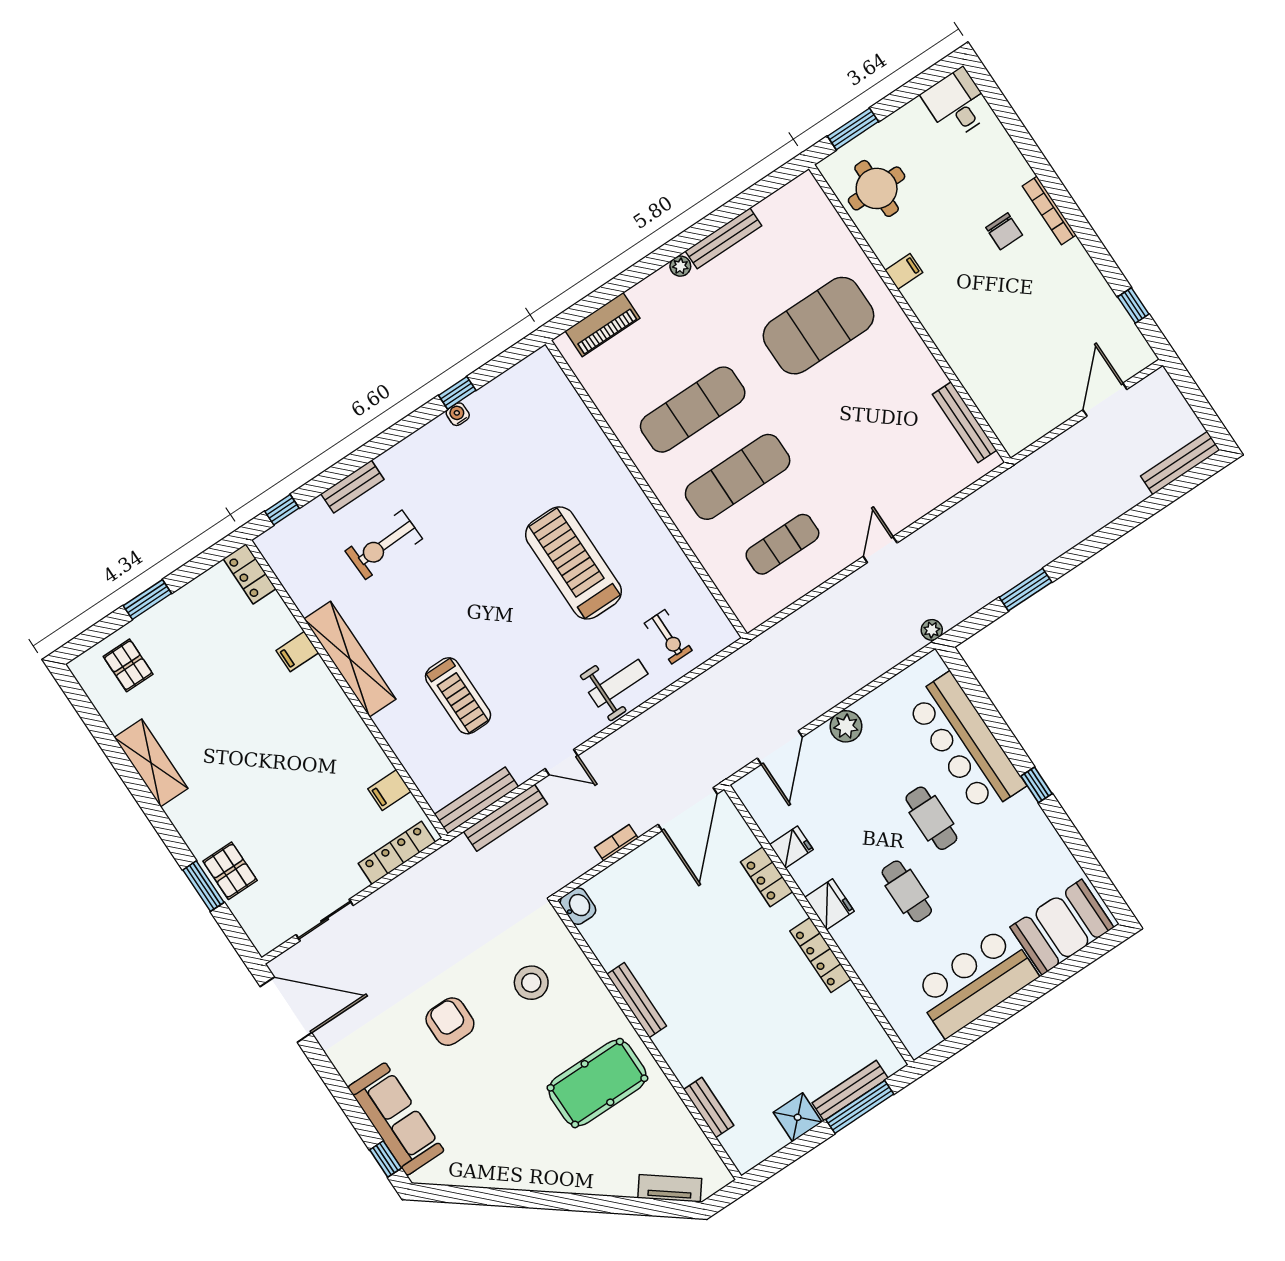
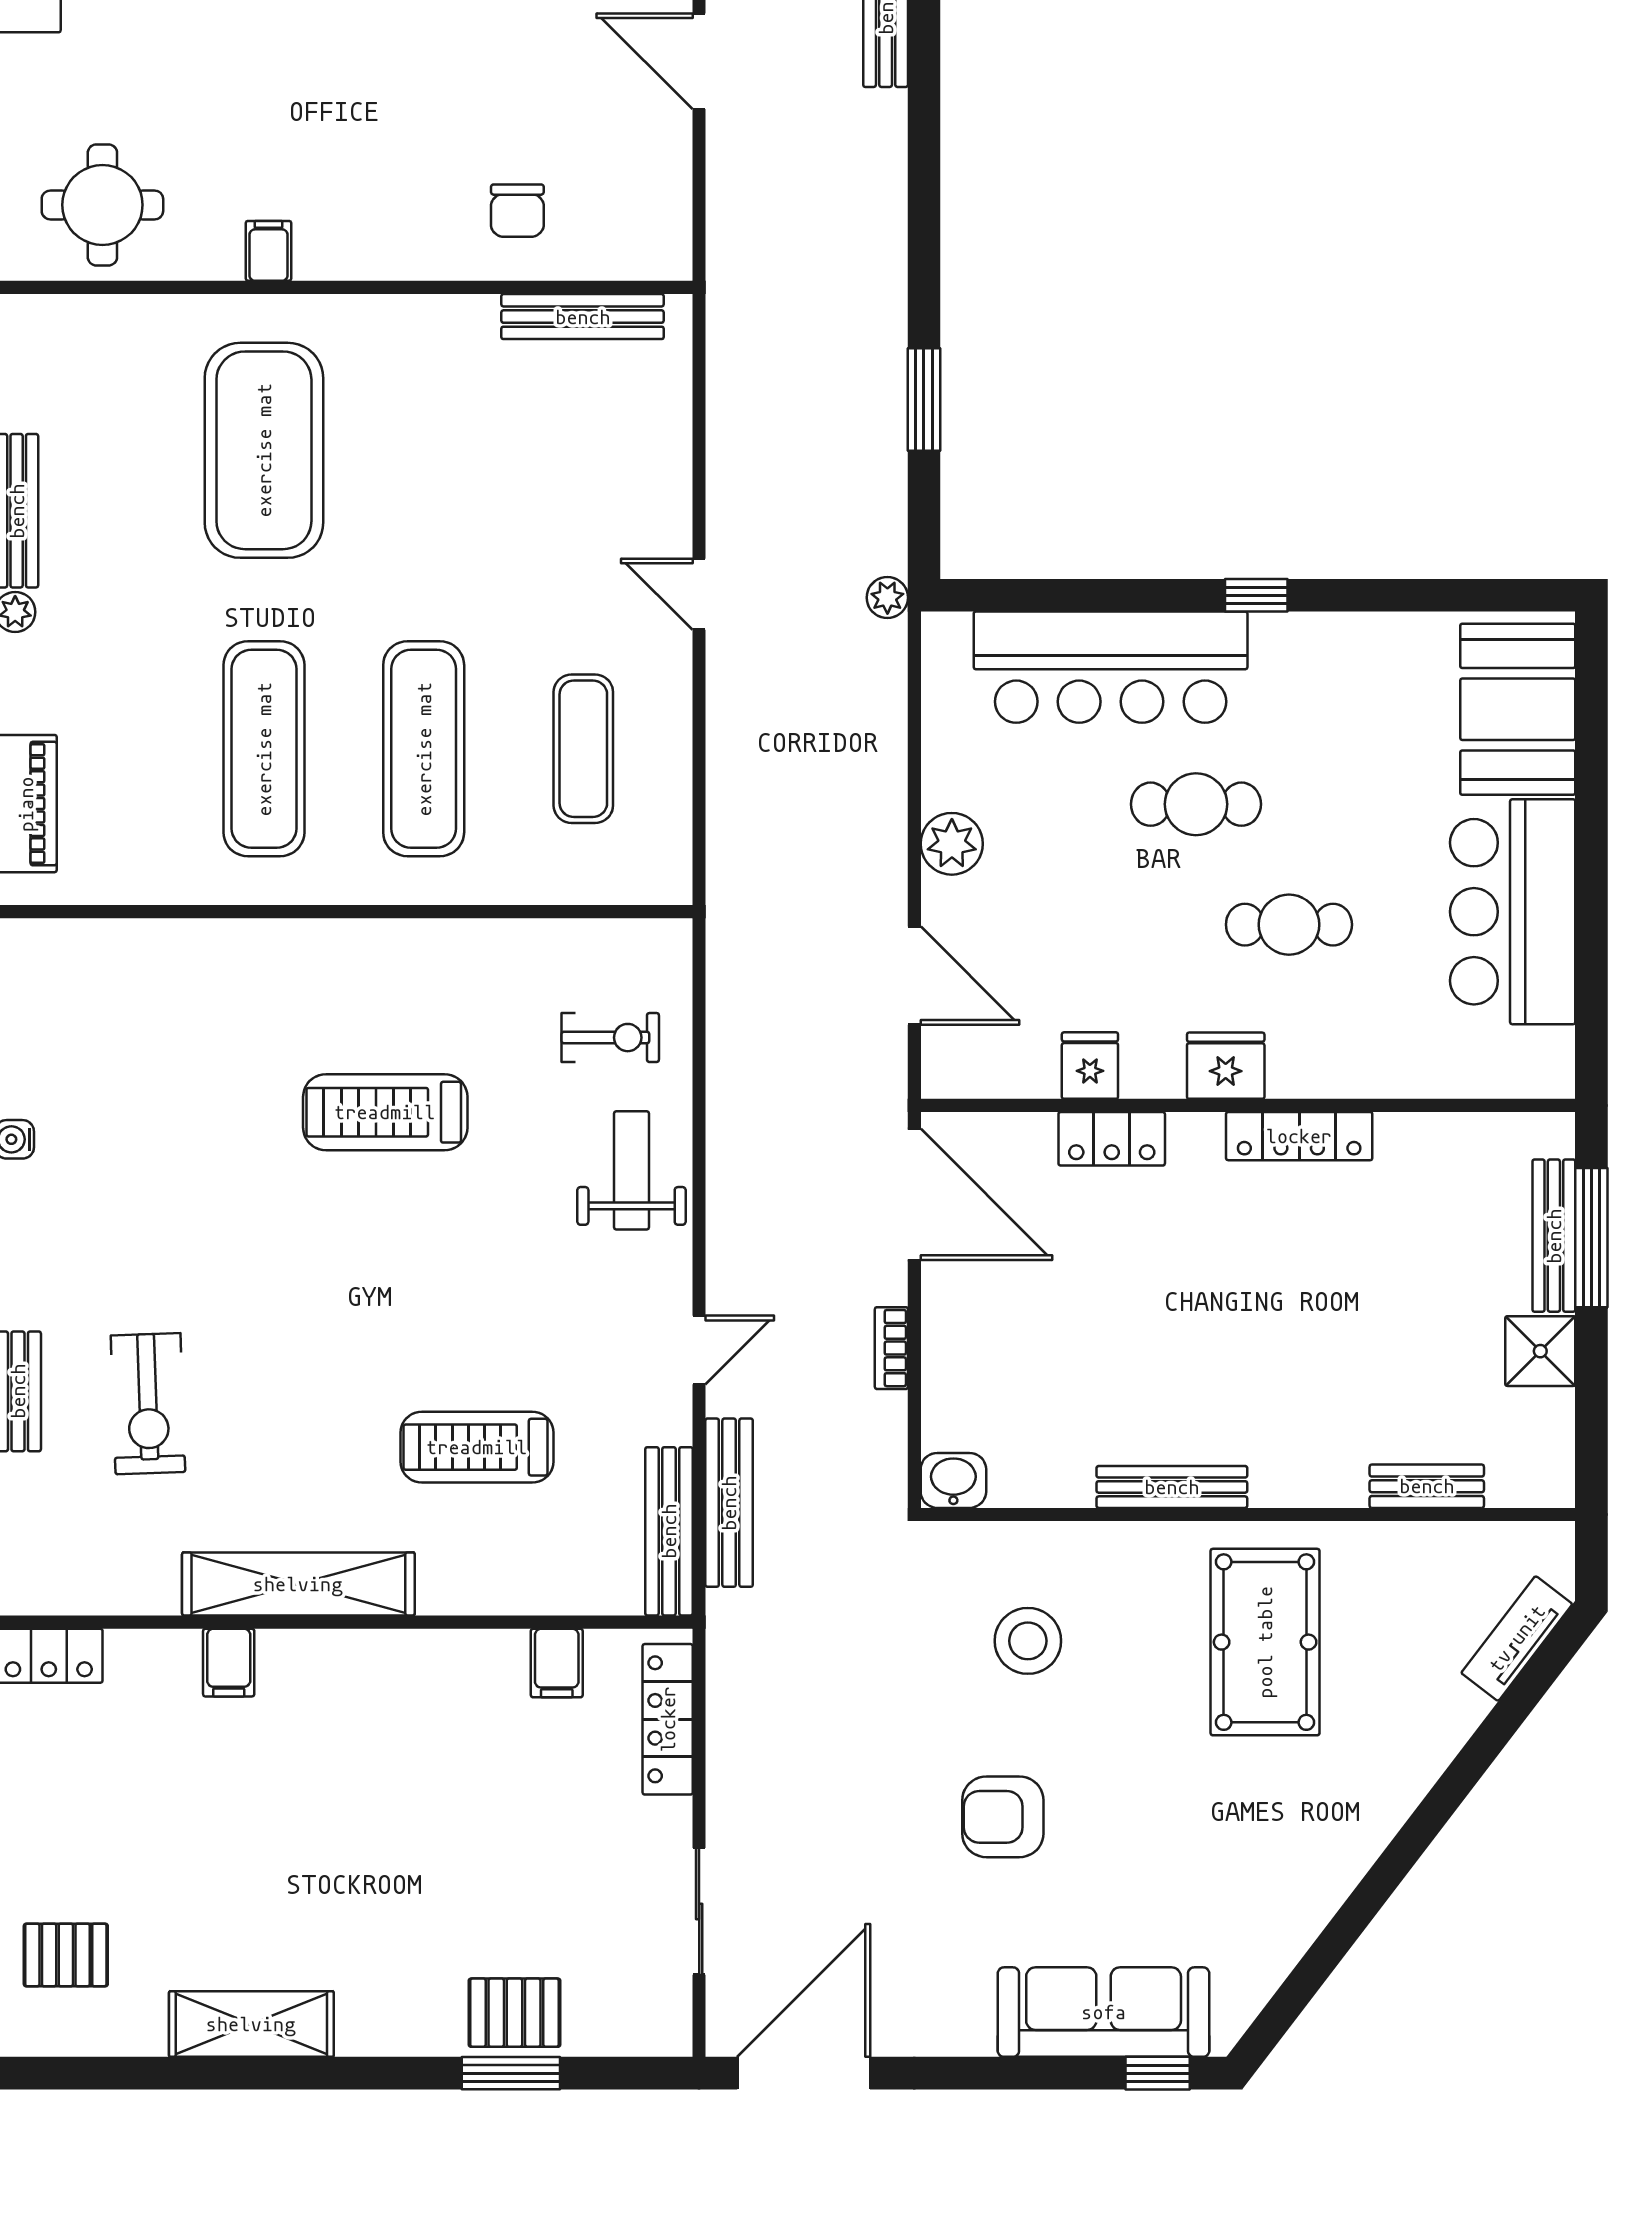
chair: (1004, 231) -> (517, 211), moved, turned 90
treadmill: (573, 563) -> (385, 1112), width x0.73, depth x0.73
treadmill: (458, 696) -> (477, 1447), turned 180

